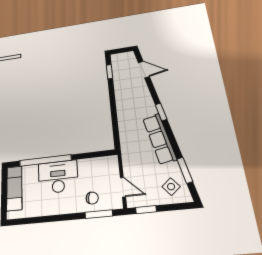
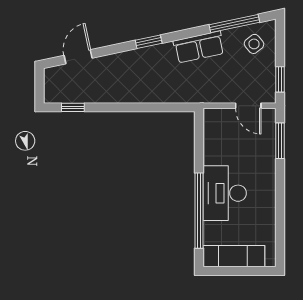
row of seats: (159, 139) -> (199, 47), width x0.68
window: (185, 170) -> (234, 23), width x1.44
door: (123, 187) -> (248, 106), swing flipped
chair: (92, 198) -> (258, 148), removed

